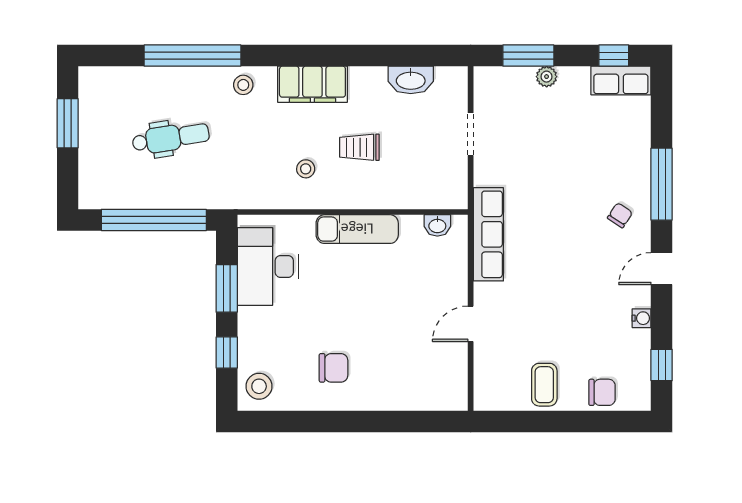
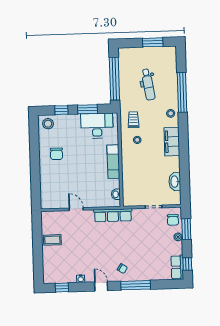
trolley: (359, 147) -> (133, 120), moved
chair: (602, 392) -> (173, 220), moved

